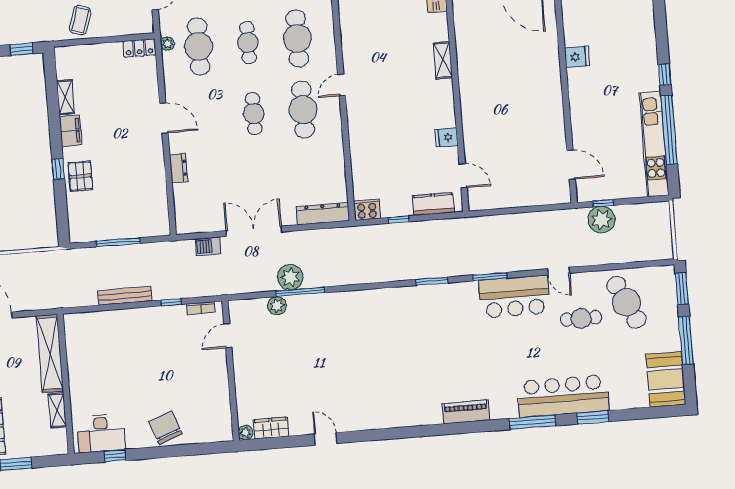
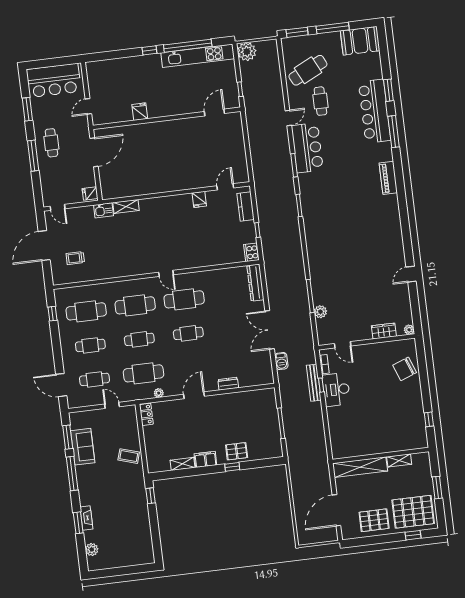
plant: (167, 44) -> (159, 393), moved
shelving: (443, 60) -> (126, 207), moved
plant: (601, 220) -> (247, 52), moved
plant: (290, 277) -> (300, 303), removed
bench: (125, 296) -> (314, 383), moved
chair: (165, 428) -> (405, 369), moved
wardrobe: (271, 428) -> (384, 331), moved, turned 90
desk: (101, 433) -> (336, 390), moved, turned 180

